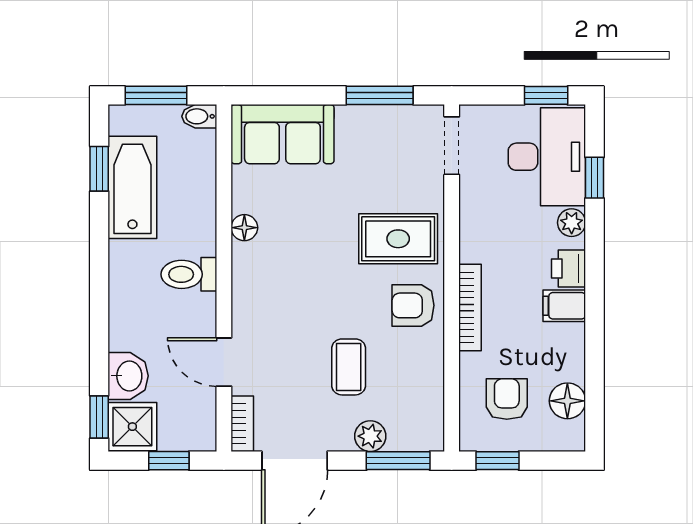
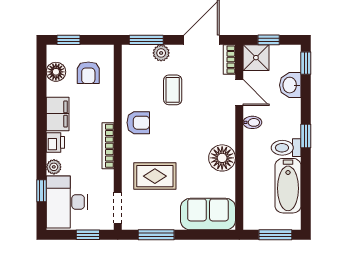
window: (546, 95) -> (88, 235), moved
bidet: (199, 116) -> (252, 122), moved
window: (99, 169) -> (306, 136), moved
floor lamp: (244, 228) -> (222, 158), width x1.89, depth x1.89
rug: (398, 239) -> (155, 176), moved
toilet: (189, 274) -> (286, 148), moved, turned 180
filing cabinet: (564, 306) -> (58, 114), width x2.00
bookcase: (470, 307) -> (108, 146), moved
shower: (132, 427) -> (256, 58), moved
window: (497, 461) -> (68, 40), moved

